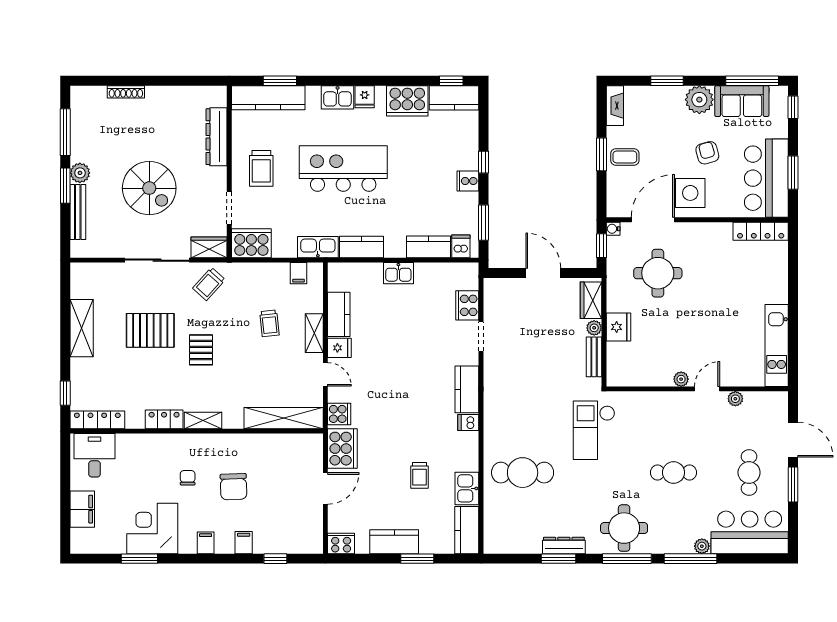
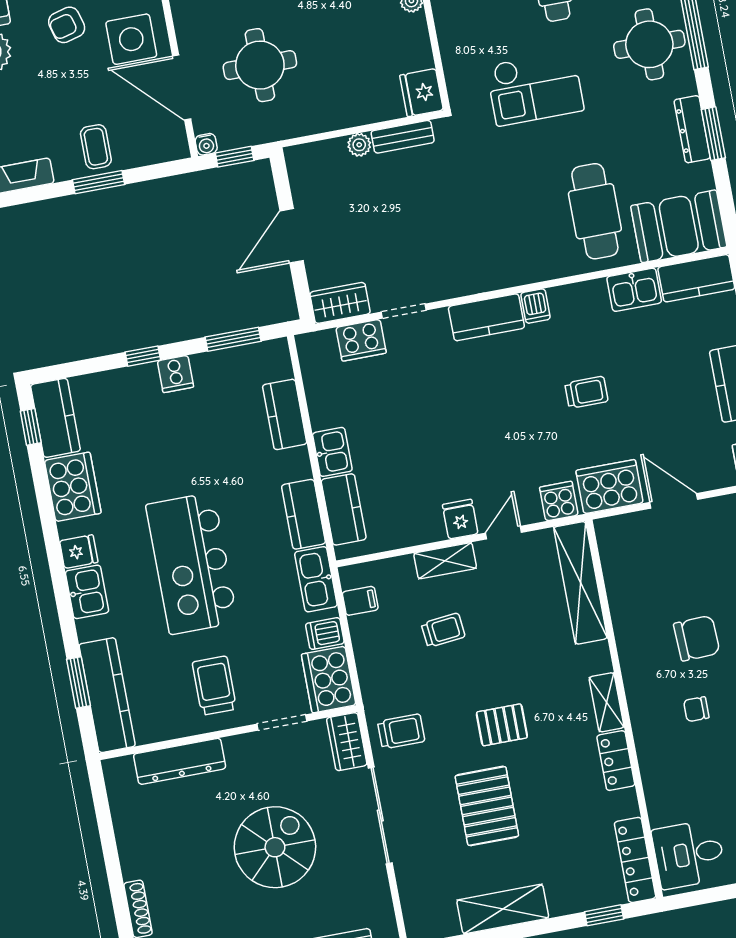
trolley: (261, 168) -> (214, 686), turned -90
dishwasher: (461, 246) -> (325, 634), moved
trolley: (209, 284) -> (401, 731), turned -42
wardrobe: (591, 300) -> (340, 303), moved, turned 180
kitchen counter: (339, 314) -> (344, 509), moved, turned 90
fridge: (618, 327) -> (421, 93), moved, turned -90
checkout: (594, 430) -> (535, 88), moved
trolley: (419, 475) -> (586, 392), moved
booth: (503, 525) -> (679, 226), added

